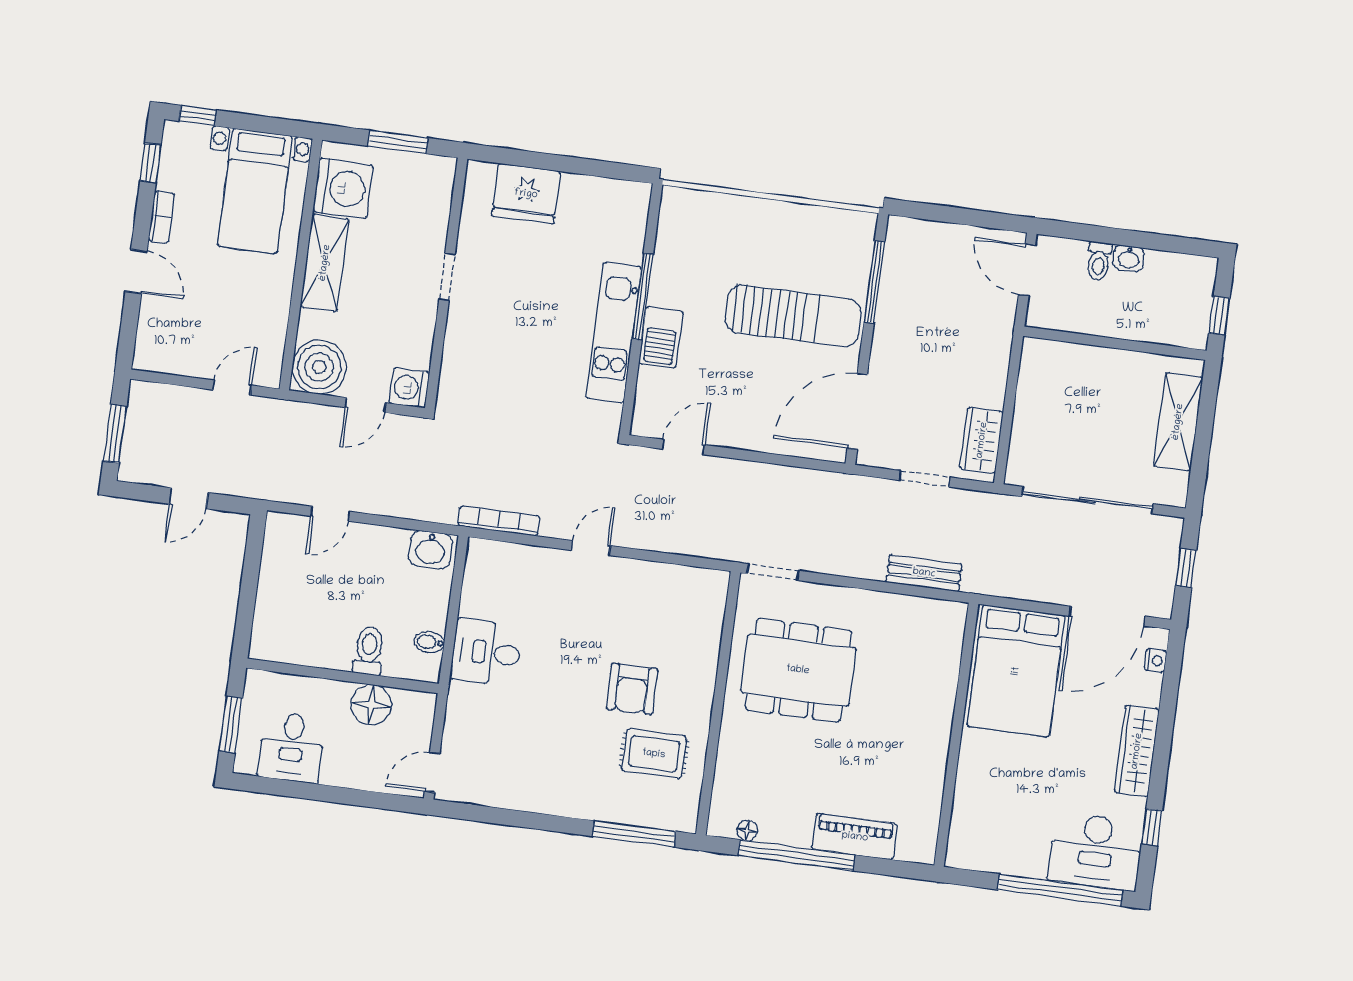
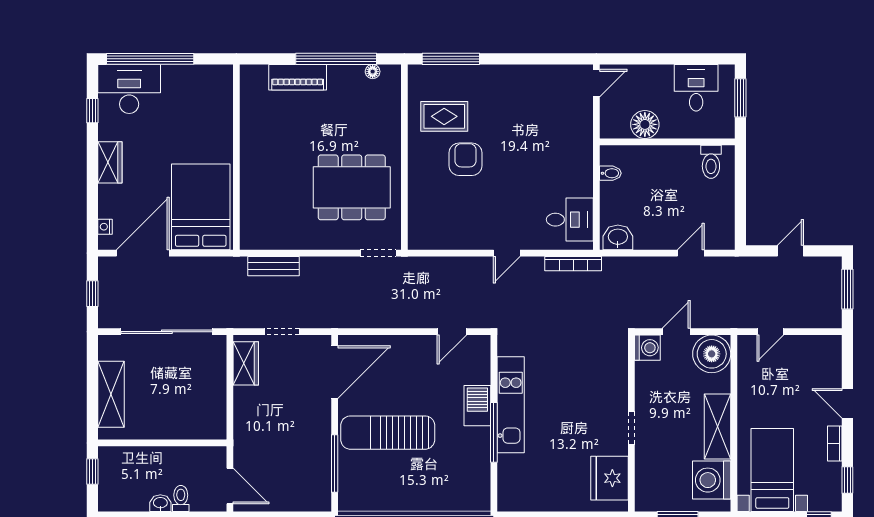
fridge: (526, 194) -> (609, 478), moved, turned -90
toilet: (369, 651) -> (711, 162), moved
desk: (486, 652) -> (570, 220), moved
wardrobe: (1137, 751) -> (110, 162), width x0.67

